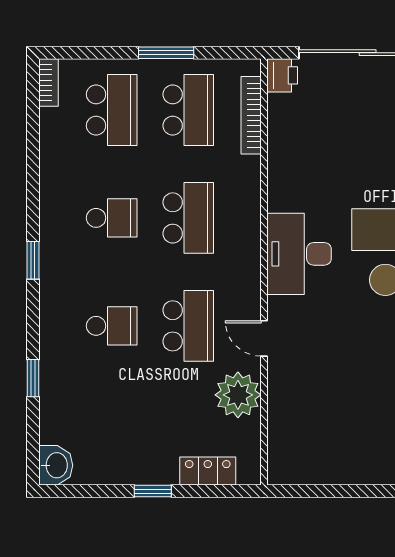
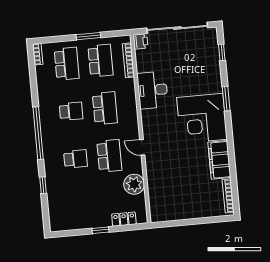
desk: (299, 254) -> (153, 90), moved
window: (33, 260) -> (38, 133), width x3.17
door: (264, 338) -> (142, 147), moved
washbasin: (56, 465) -> (57, 223), removed

